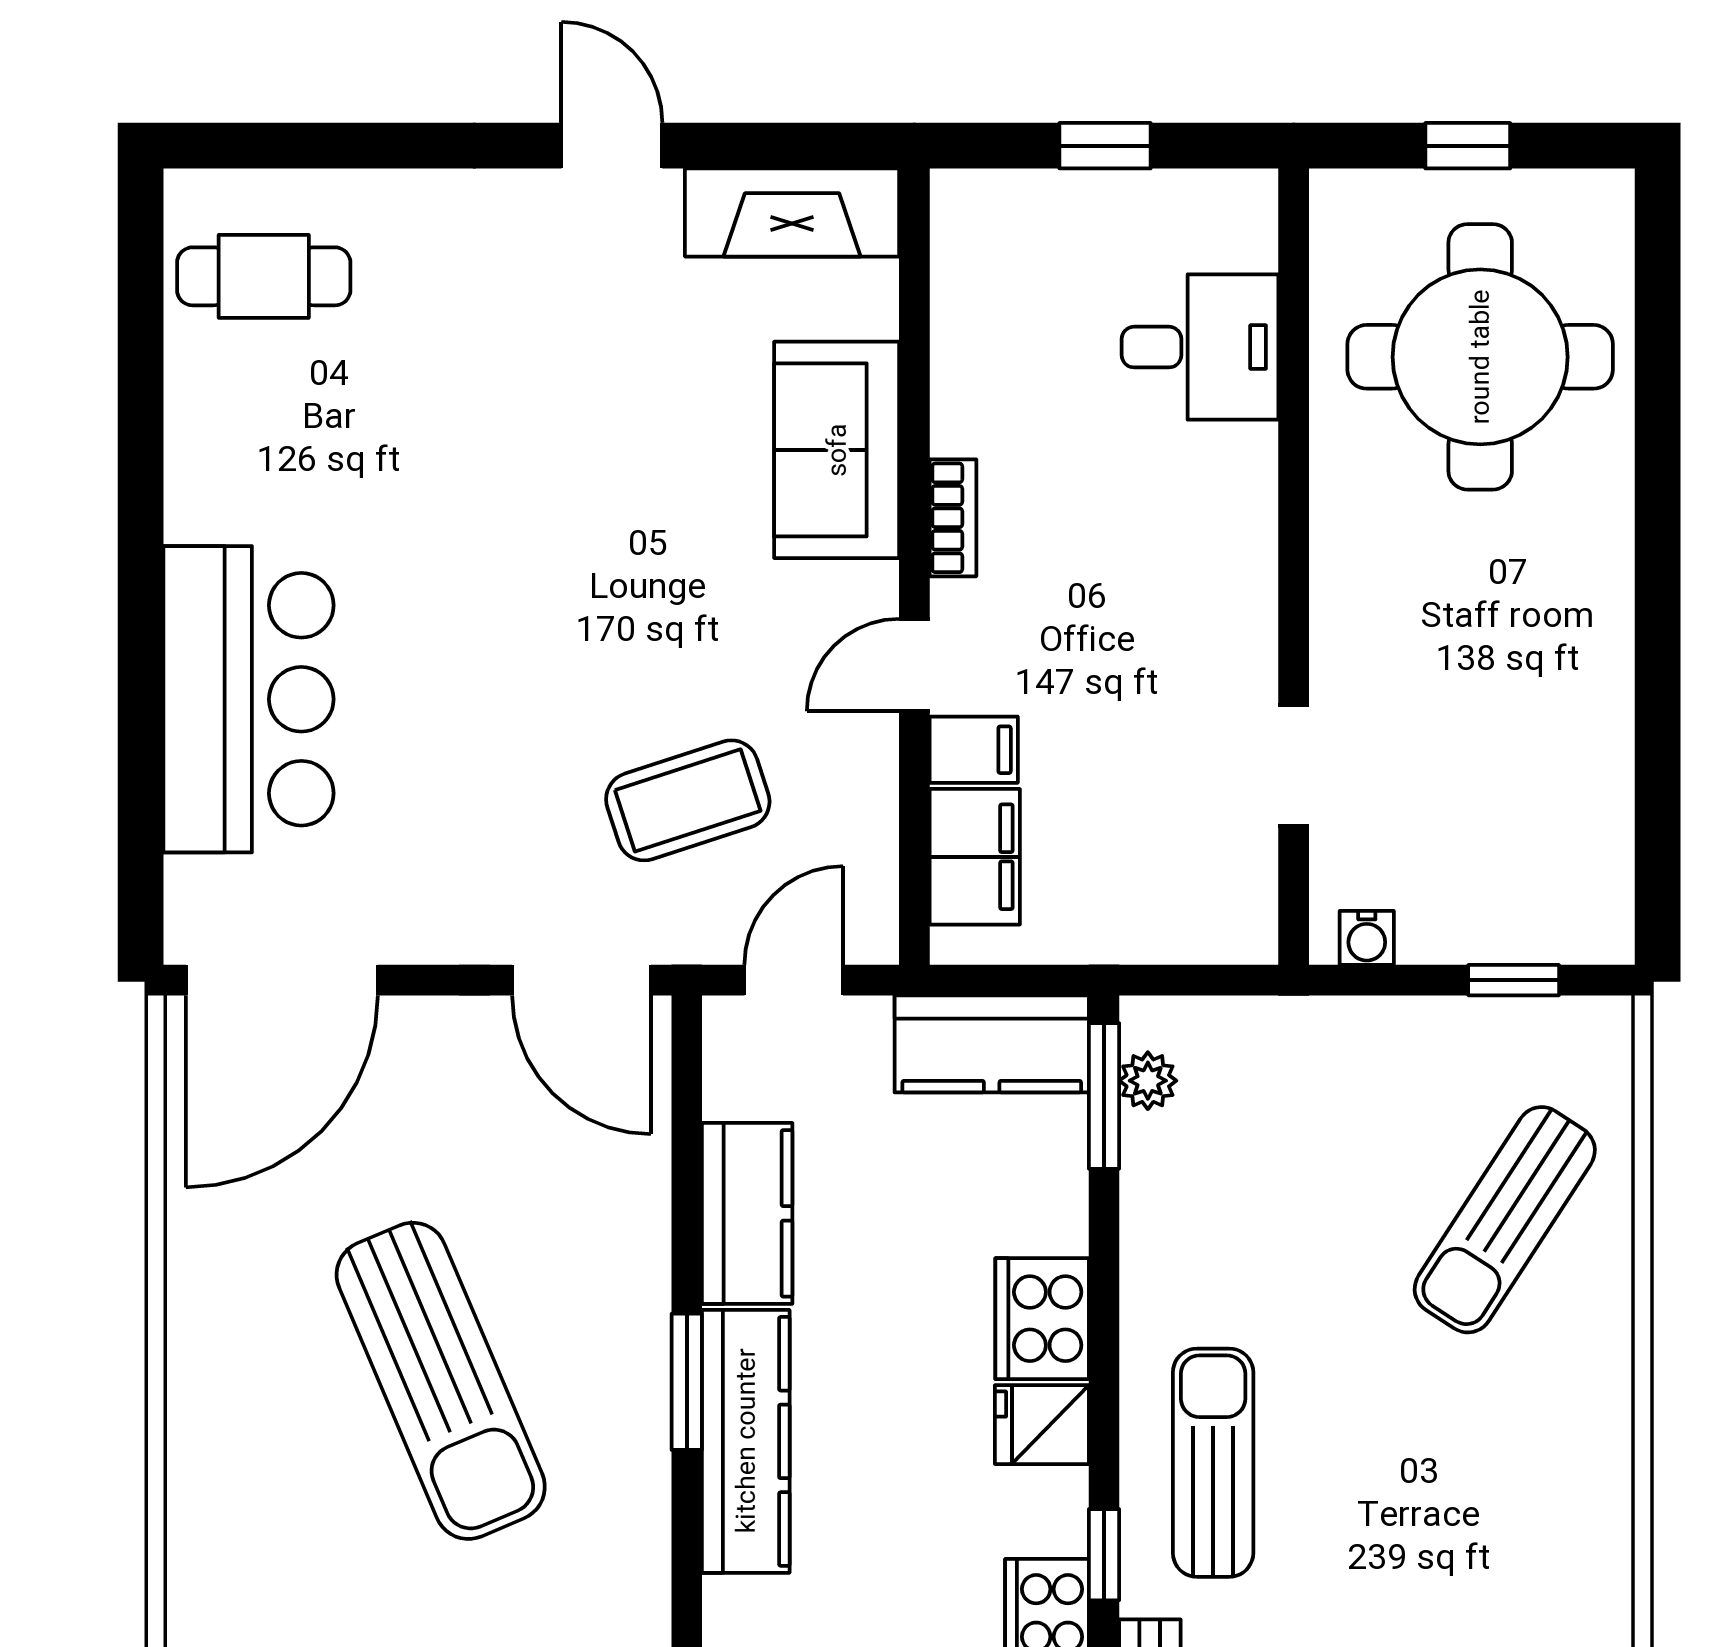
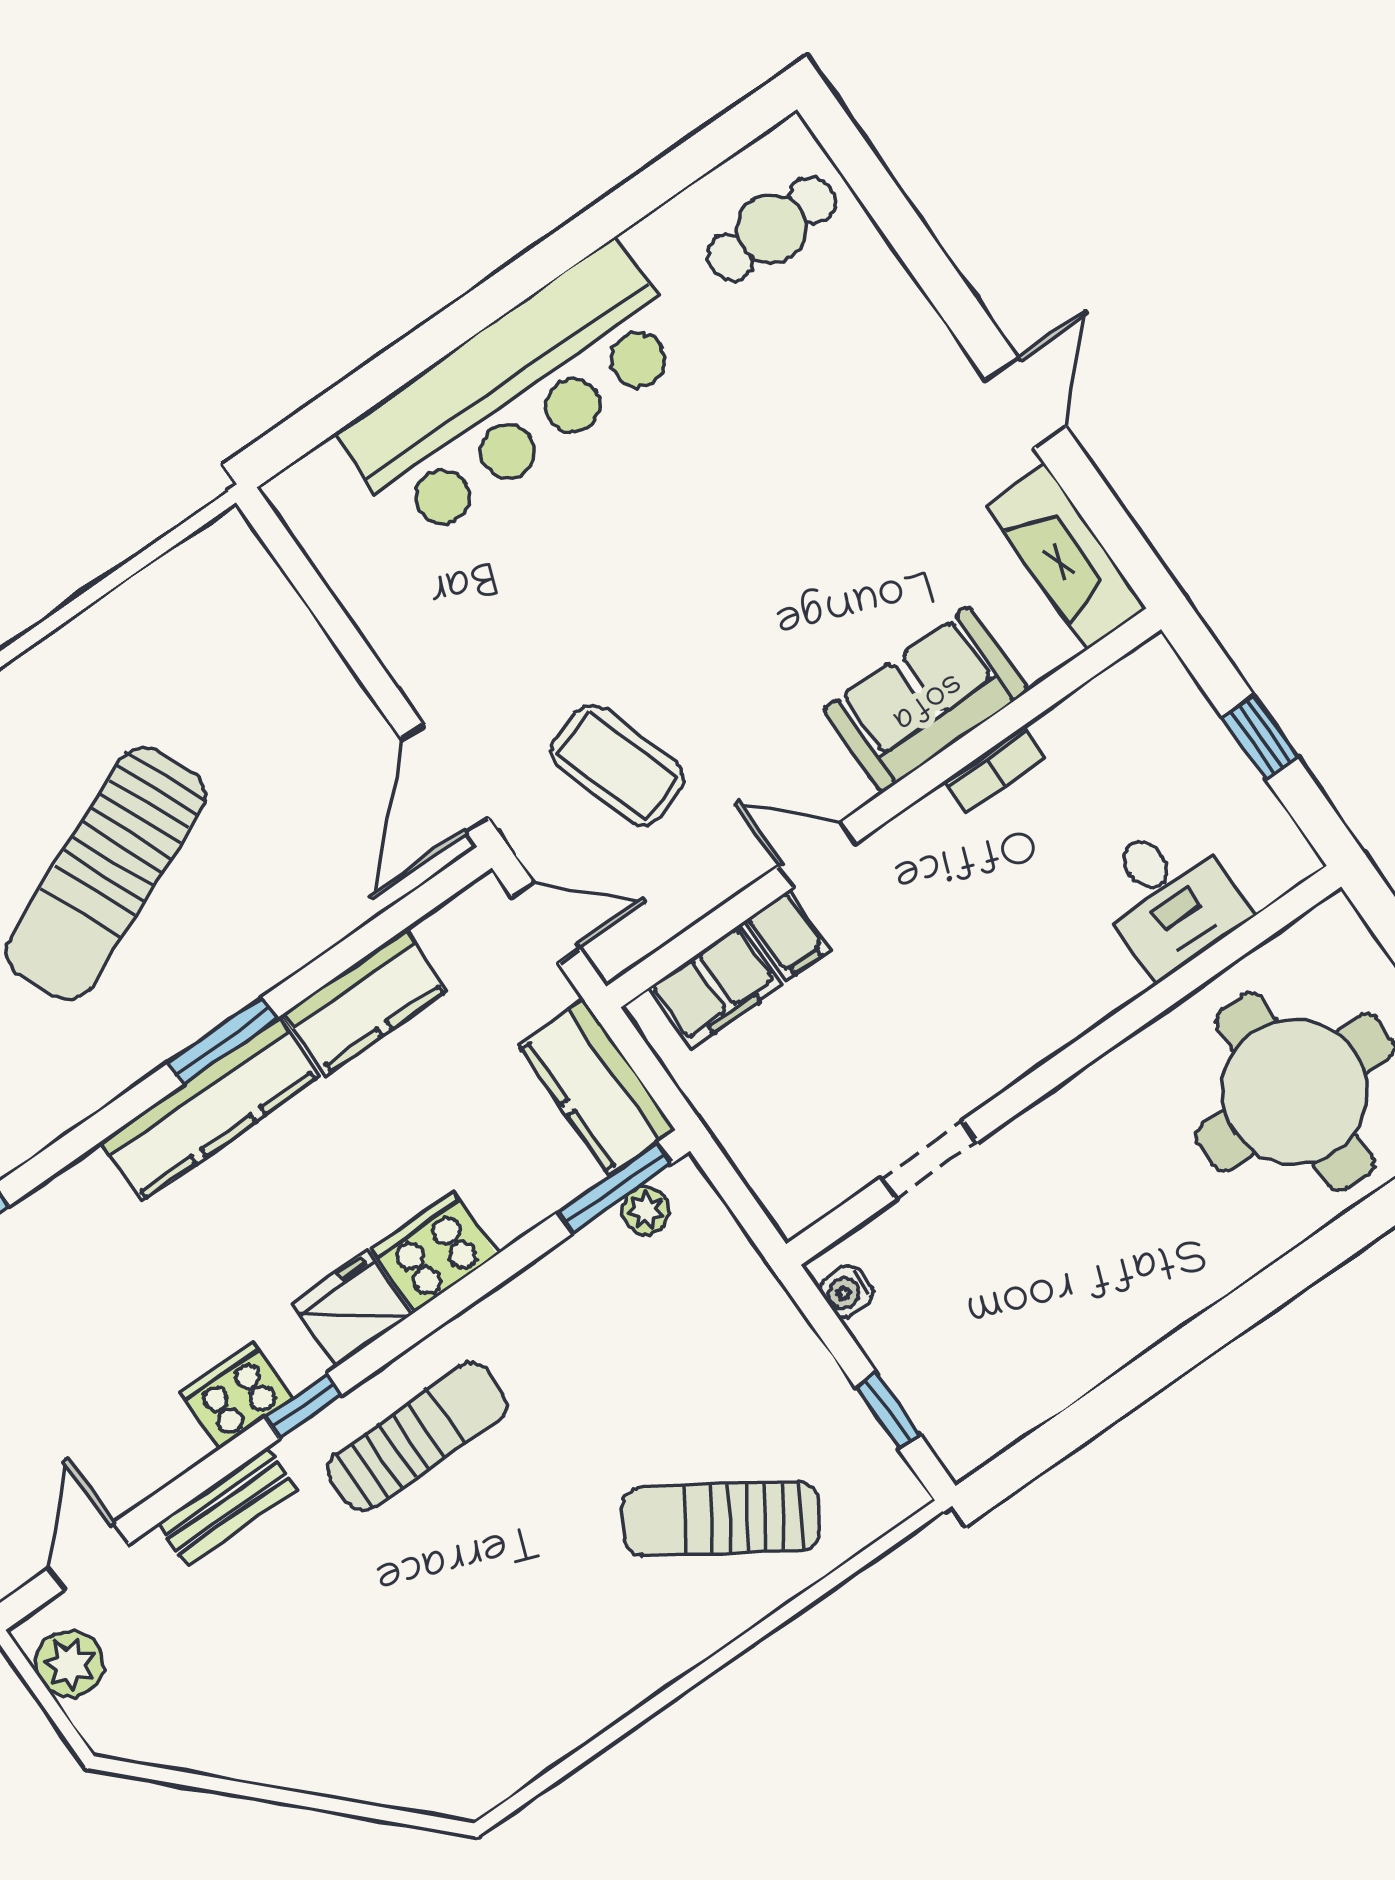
cafe table: (264, 276) -> (771, 228), turned 90
bookcase: (953, 518) -> (995, 769), moved
bar counter: (249, 699) -> (515, 393), width x1.36
door: (282, 980) -> (302, 575), removed
fridge: (1042, 1425) -> (352, 1309), width x1.38

